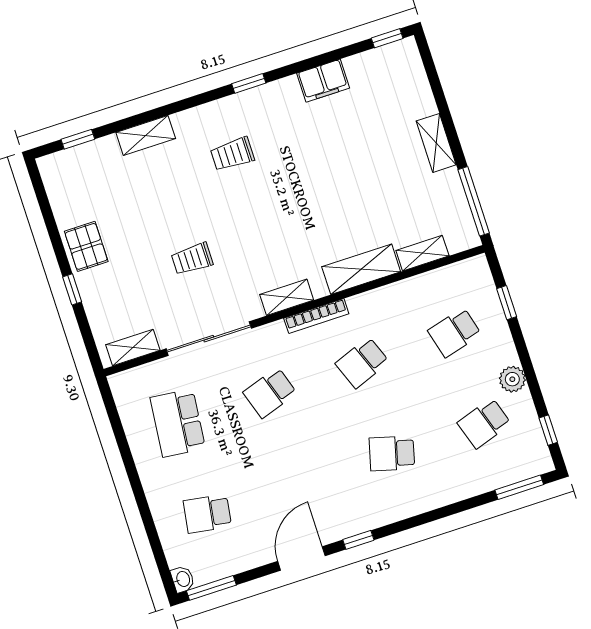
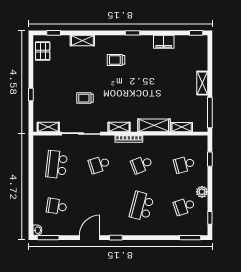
pallet: (86, 246) -> (43, 51), moved
school desk: (392, 453) -> (142, 206), width x1.85

